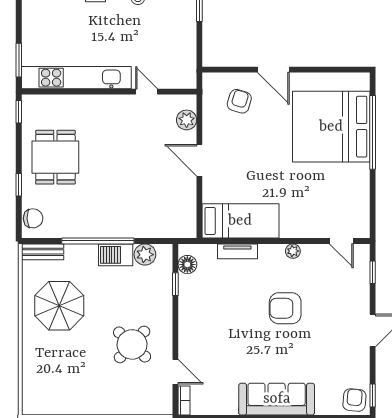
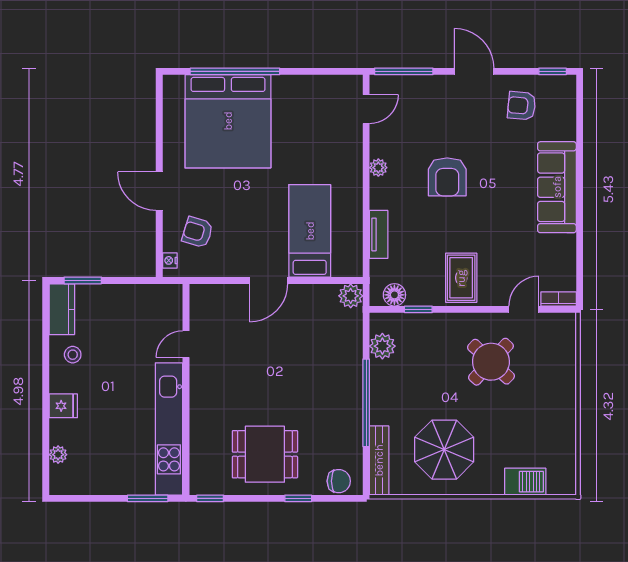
door: (273, 70) -> (159, 191), swing flipped
nightstand: (216, 78) -> (170, 260), added
plant: (187, 120) -> (351, 296), moved
chair: (33, 218) -> (339, 481), turned 92
bed: (240, 221) -> (310, 231), moved
bench: (43, 252) -> (379, 460), width x1.36
barbecue: (116, 255) -> (525, 482), moved, turned -90
window: (373, 272) -> (404, 71), width x2.17
rug: (202, 320) -> (461, 278), added
armchair: (354, 400) -> (522, 106), moved

